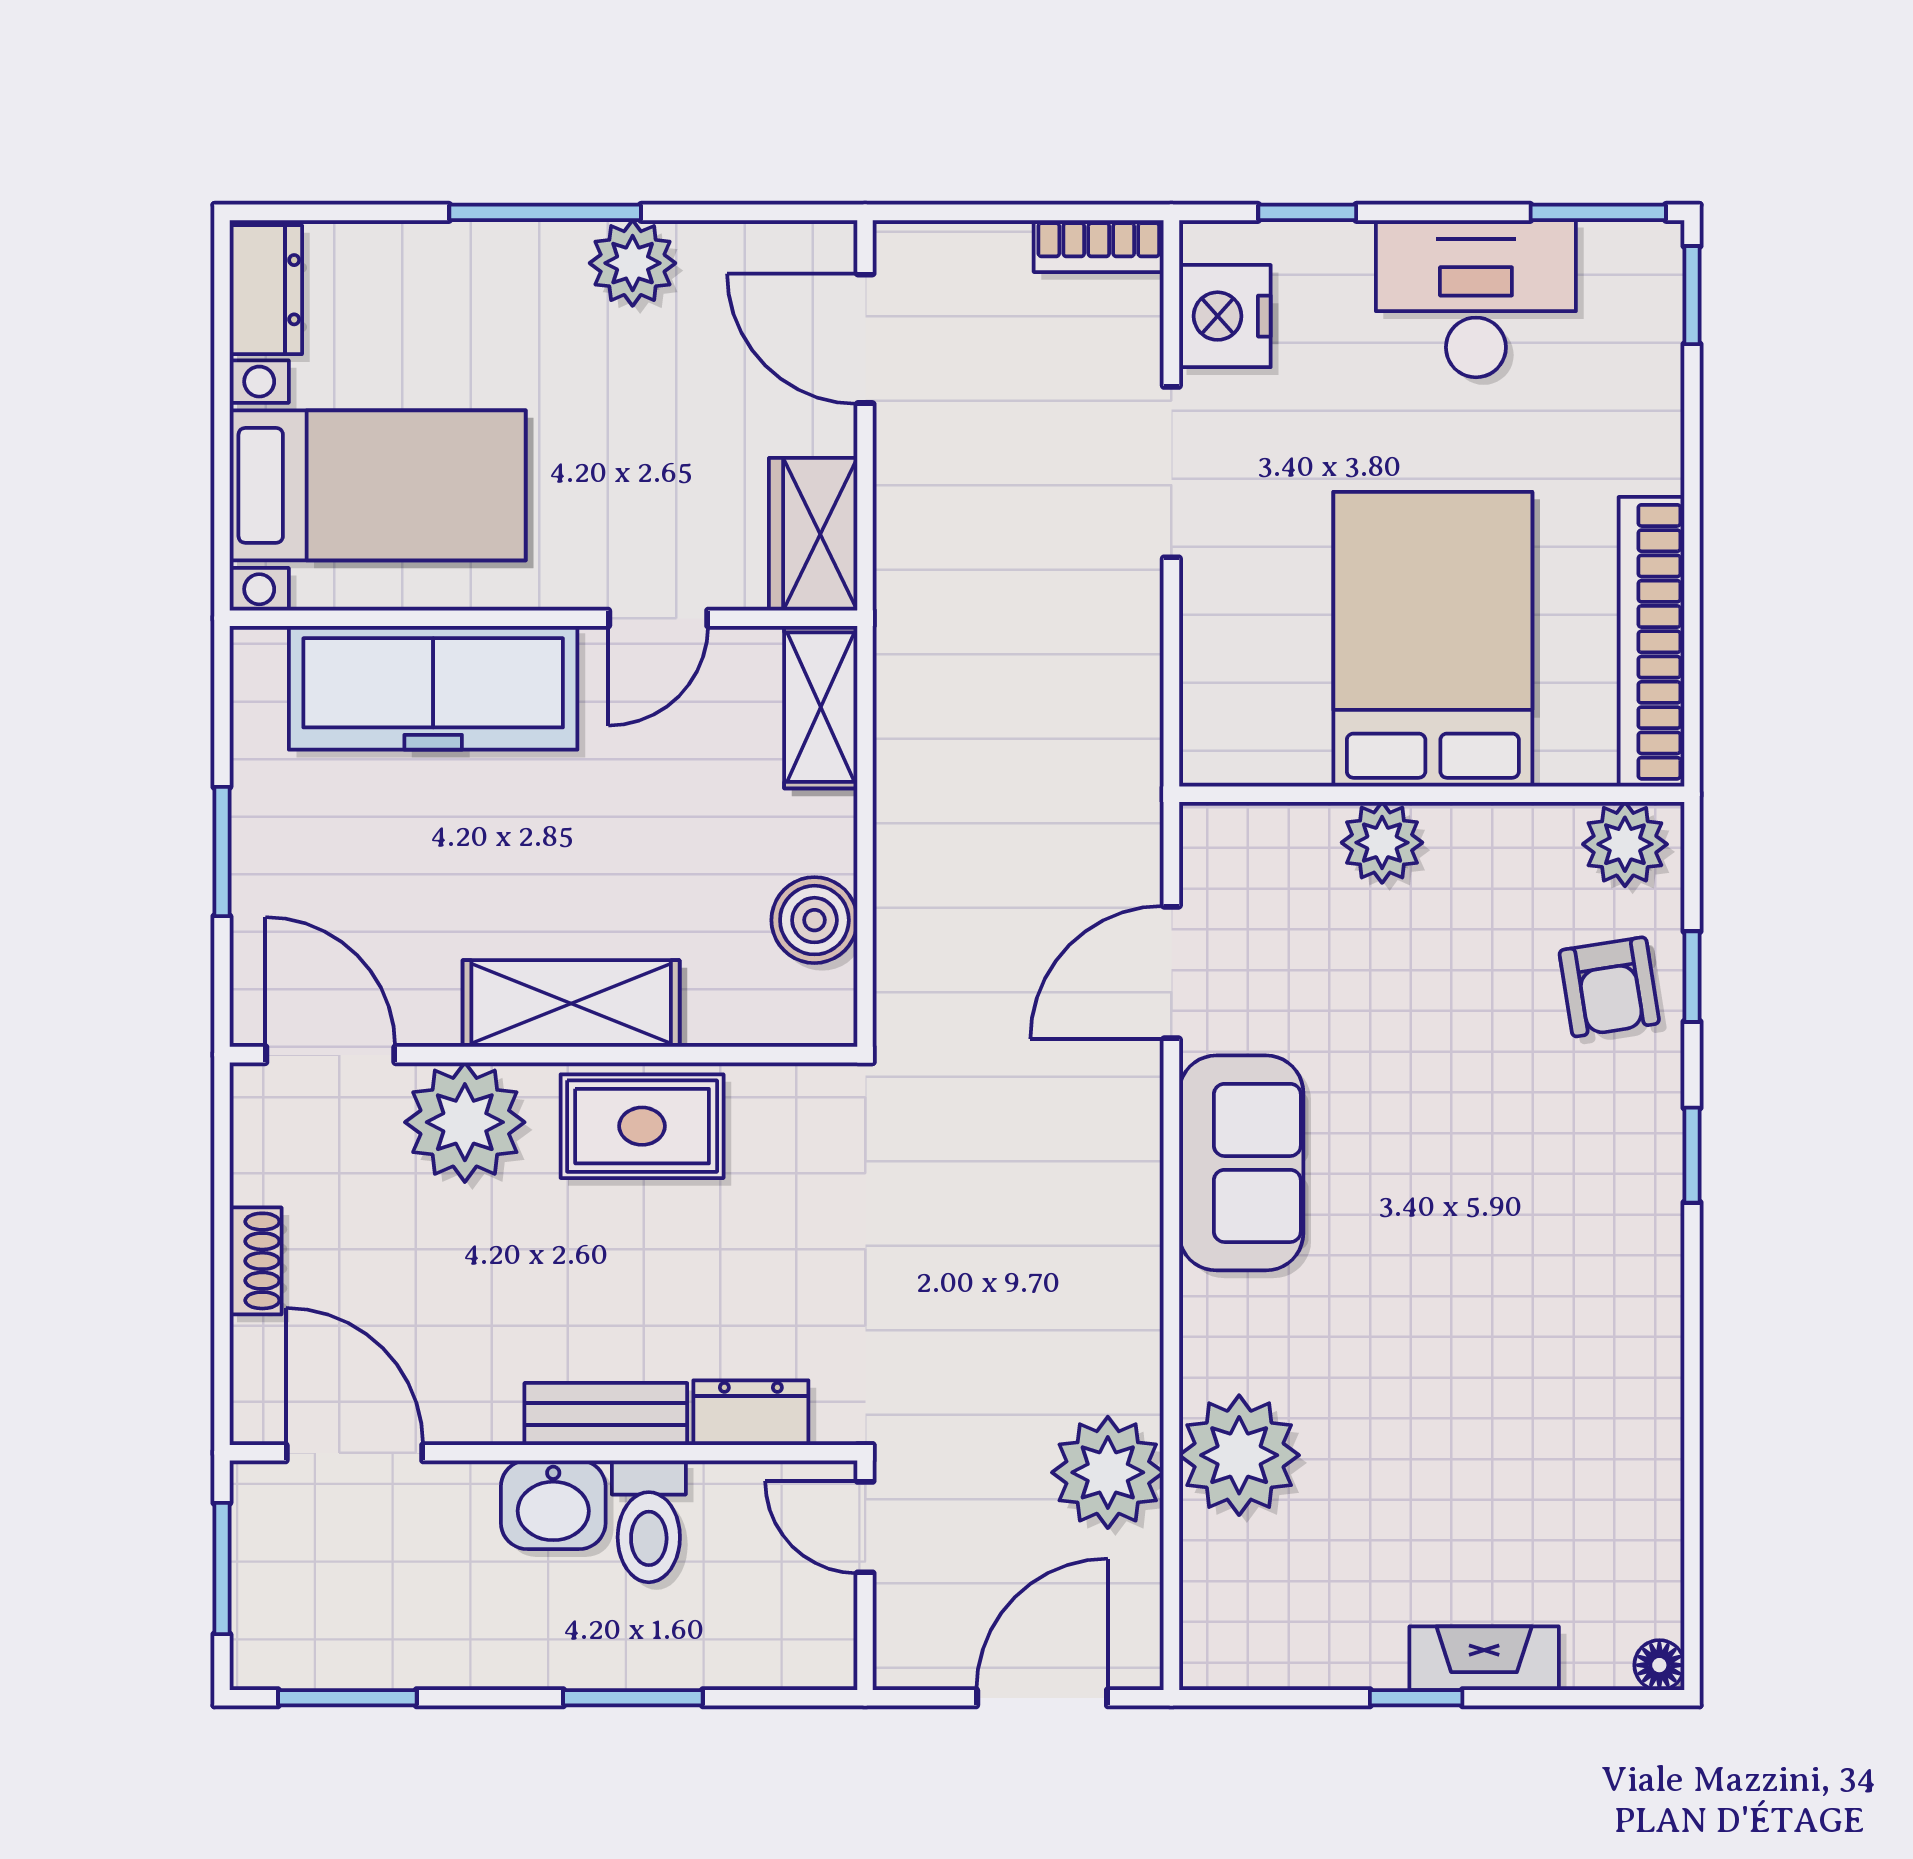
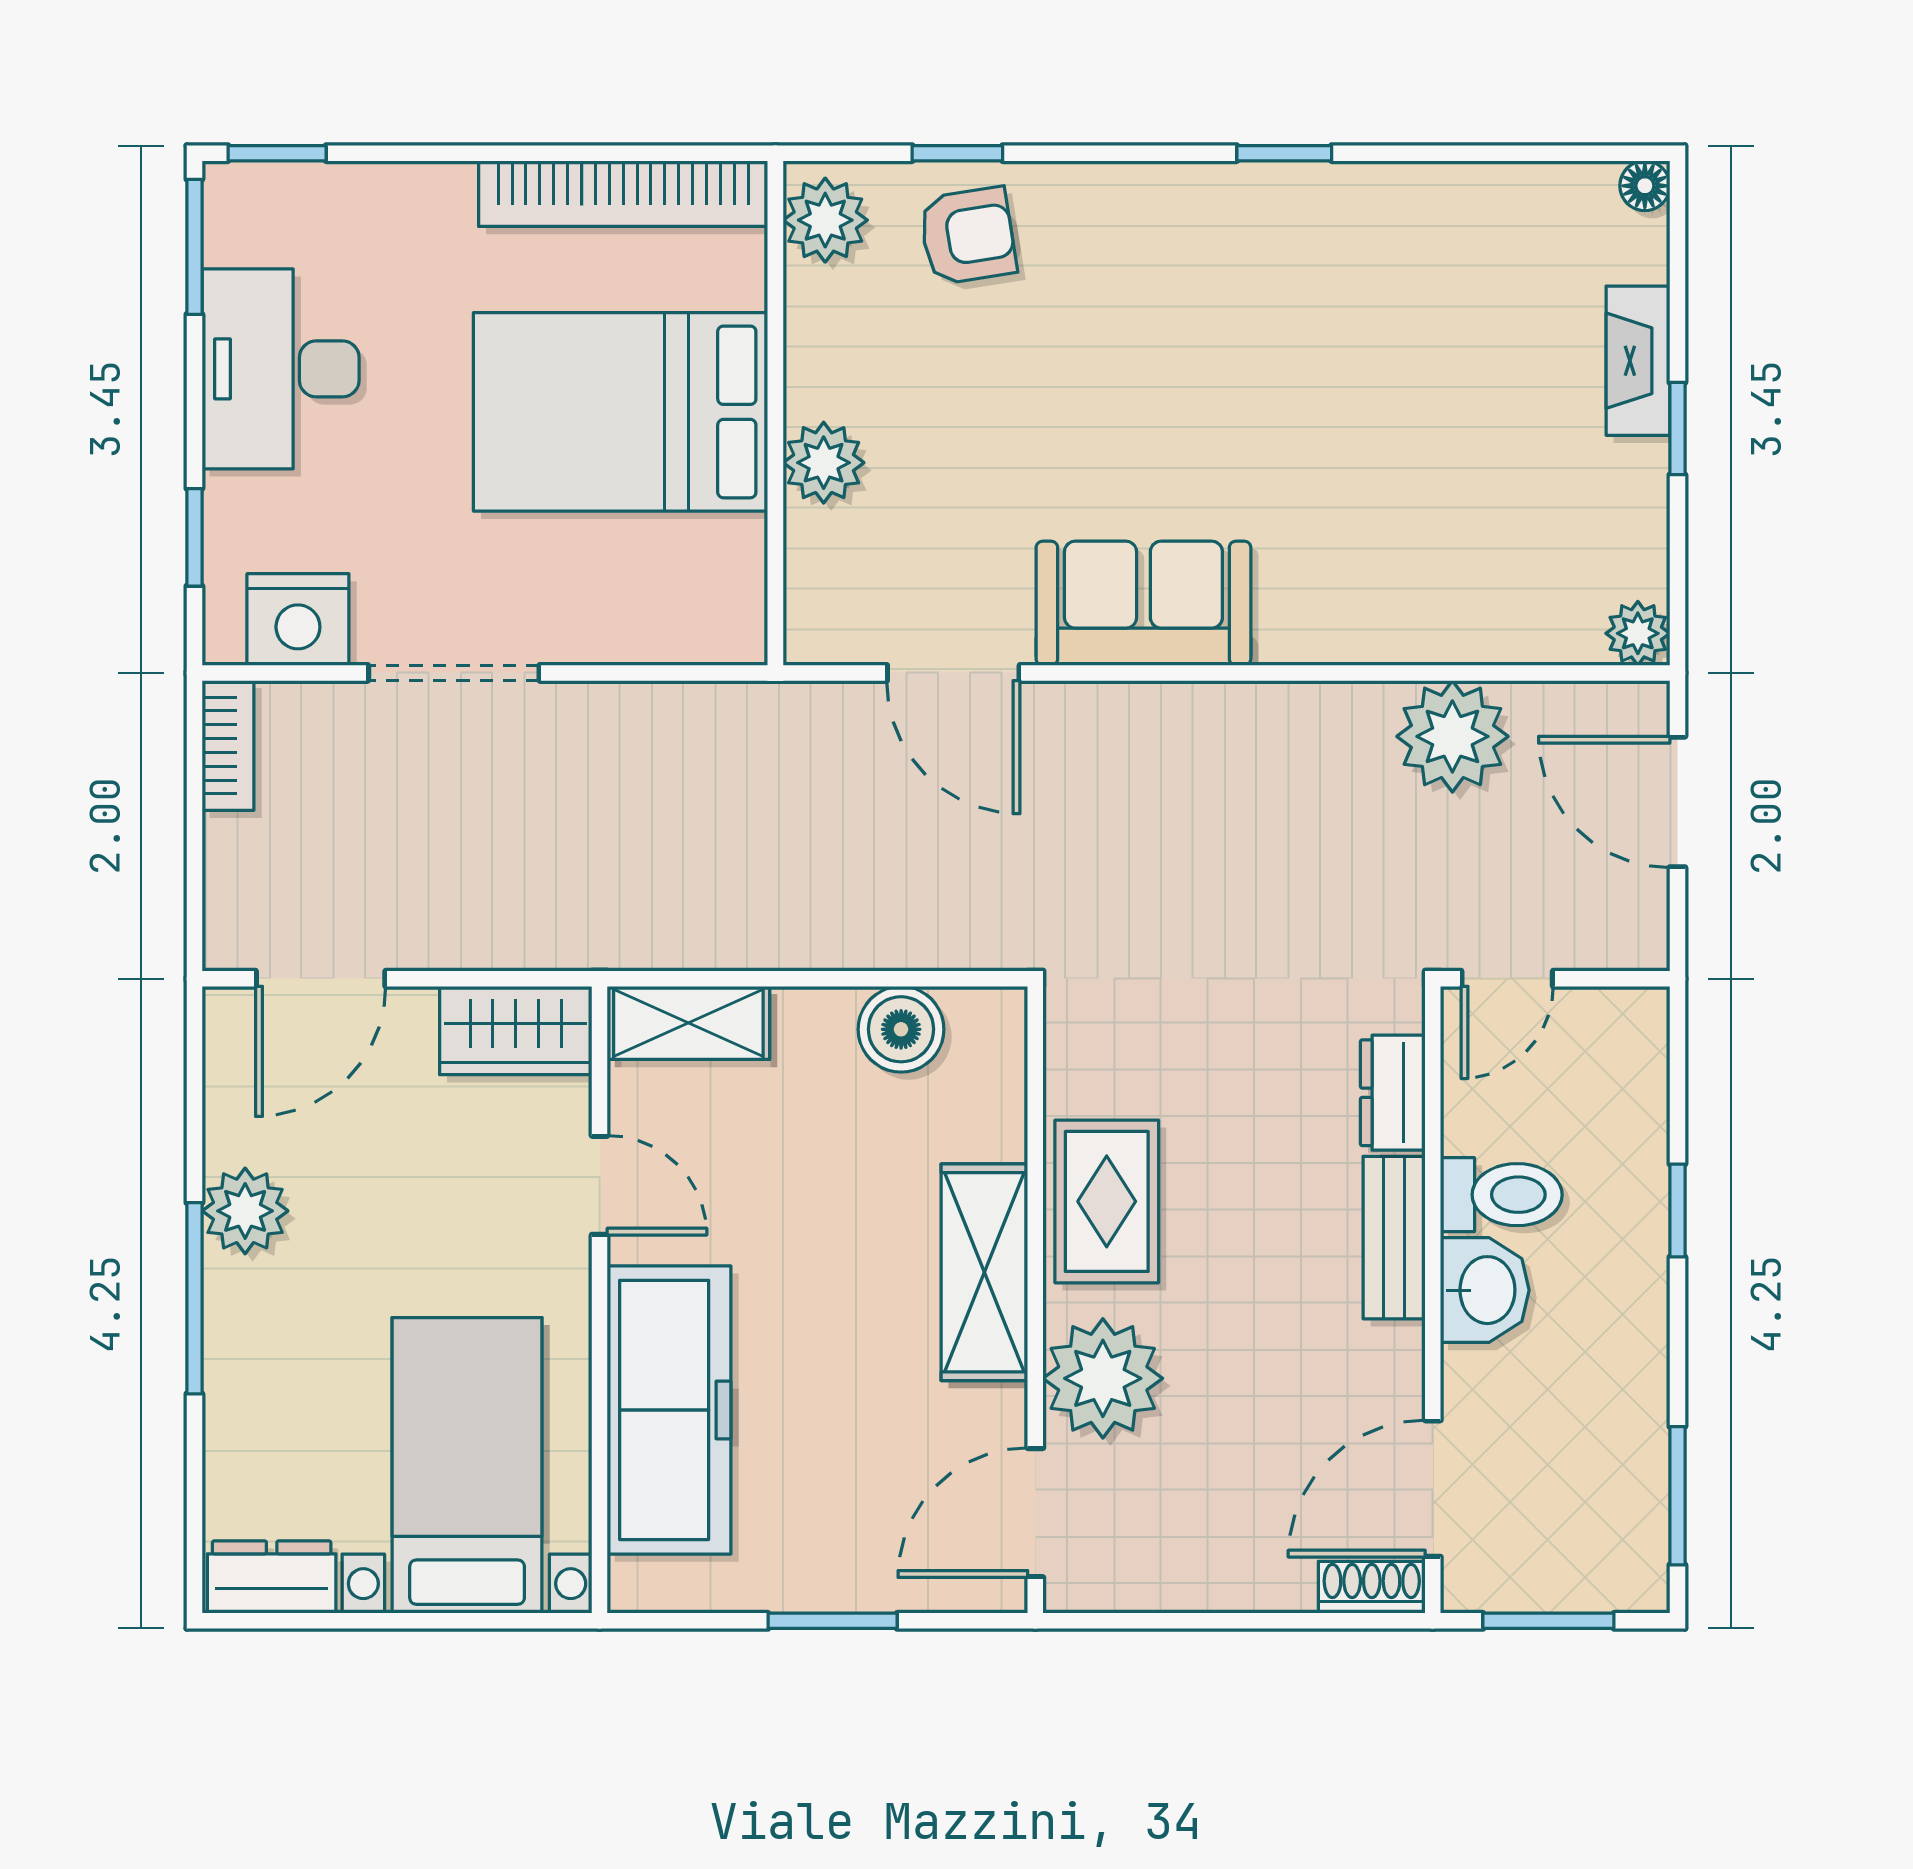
window: (1692, 1155) -> (1284, 153), moved
shoe rack: (256, 1261) -> (1372, 1587), moved
plant: (1239, 1455) -> (1638, 633), moved, width x0.53, depth x0.53
window: (633, 1698) -> (1677, 1211), width x0.67

